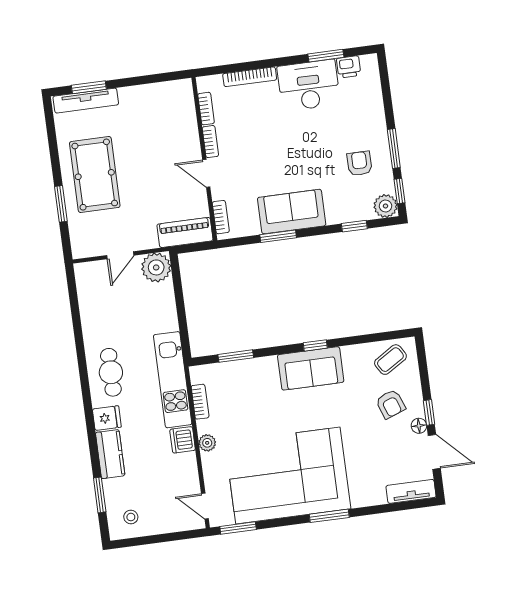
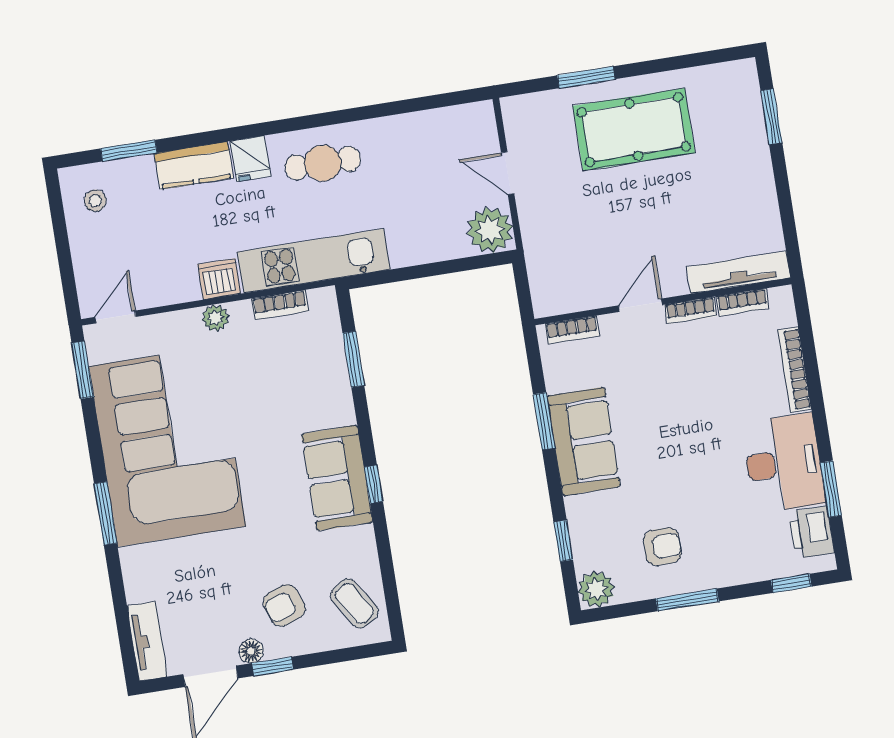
printer: (349, 67) -> (811, 532), width x1.36, depth x1.24
tv unit: (86, 101) -> (739, 272), moved, turned 90
window: (399, 191) -> (791, 583), moved
piano: (185, 232) -> (546, 274), removed

